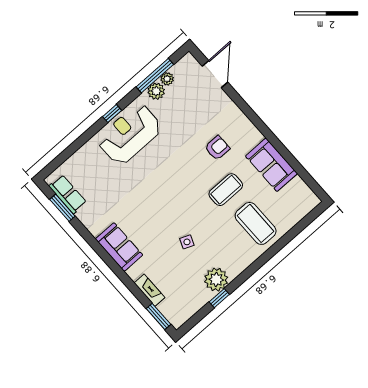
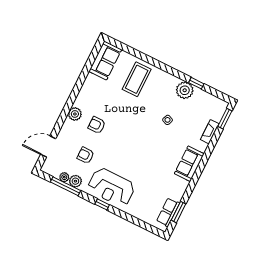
armchair: (184, 118) -> (86, 155), added
plant: (243, 126) -> (75, 114), added
sofa: (272, 165) -> (105, 60), moved
coffee table: (226, 190) -> (122, 108), removed

